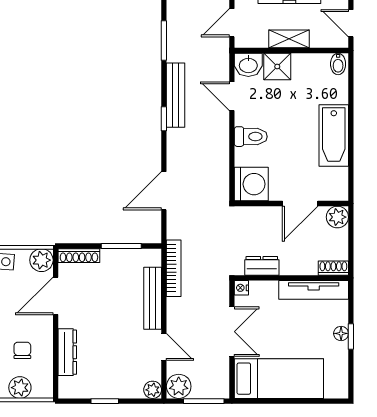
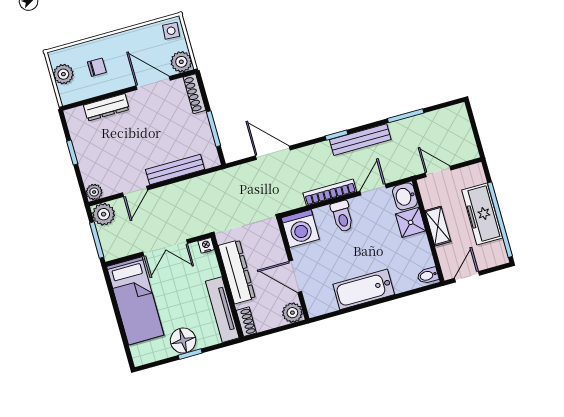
dresser: (262, 266) -> (237, 272), width x1.96, depth x1.24
bookcase: (174, 268) -> (330, 192), moved, turned 180
floor lamp: (341, 333) -> (183, 341), width x1.89, depth x1.89

